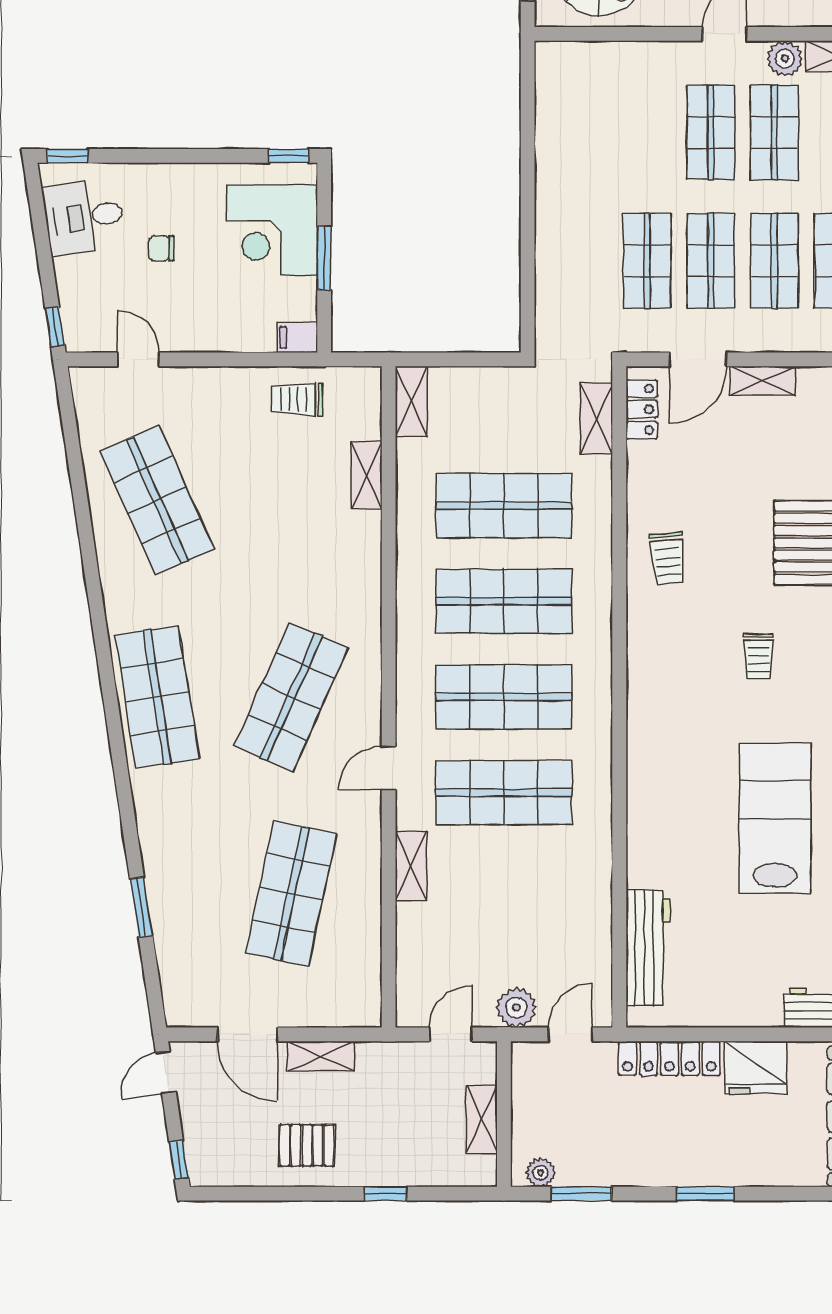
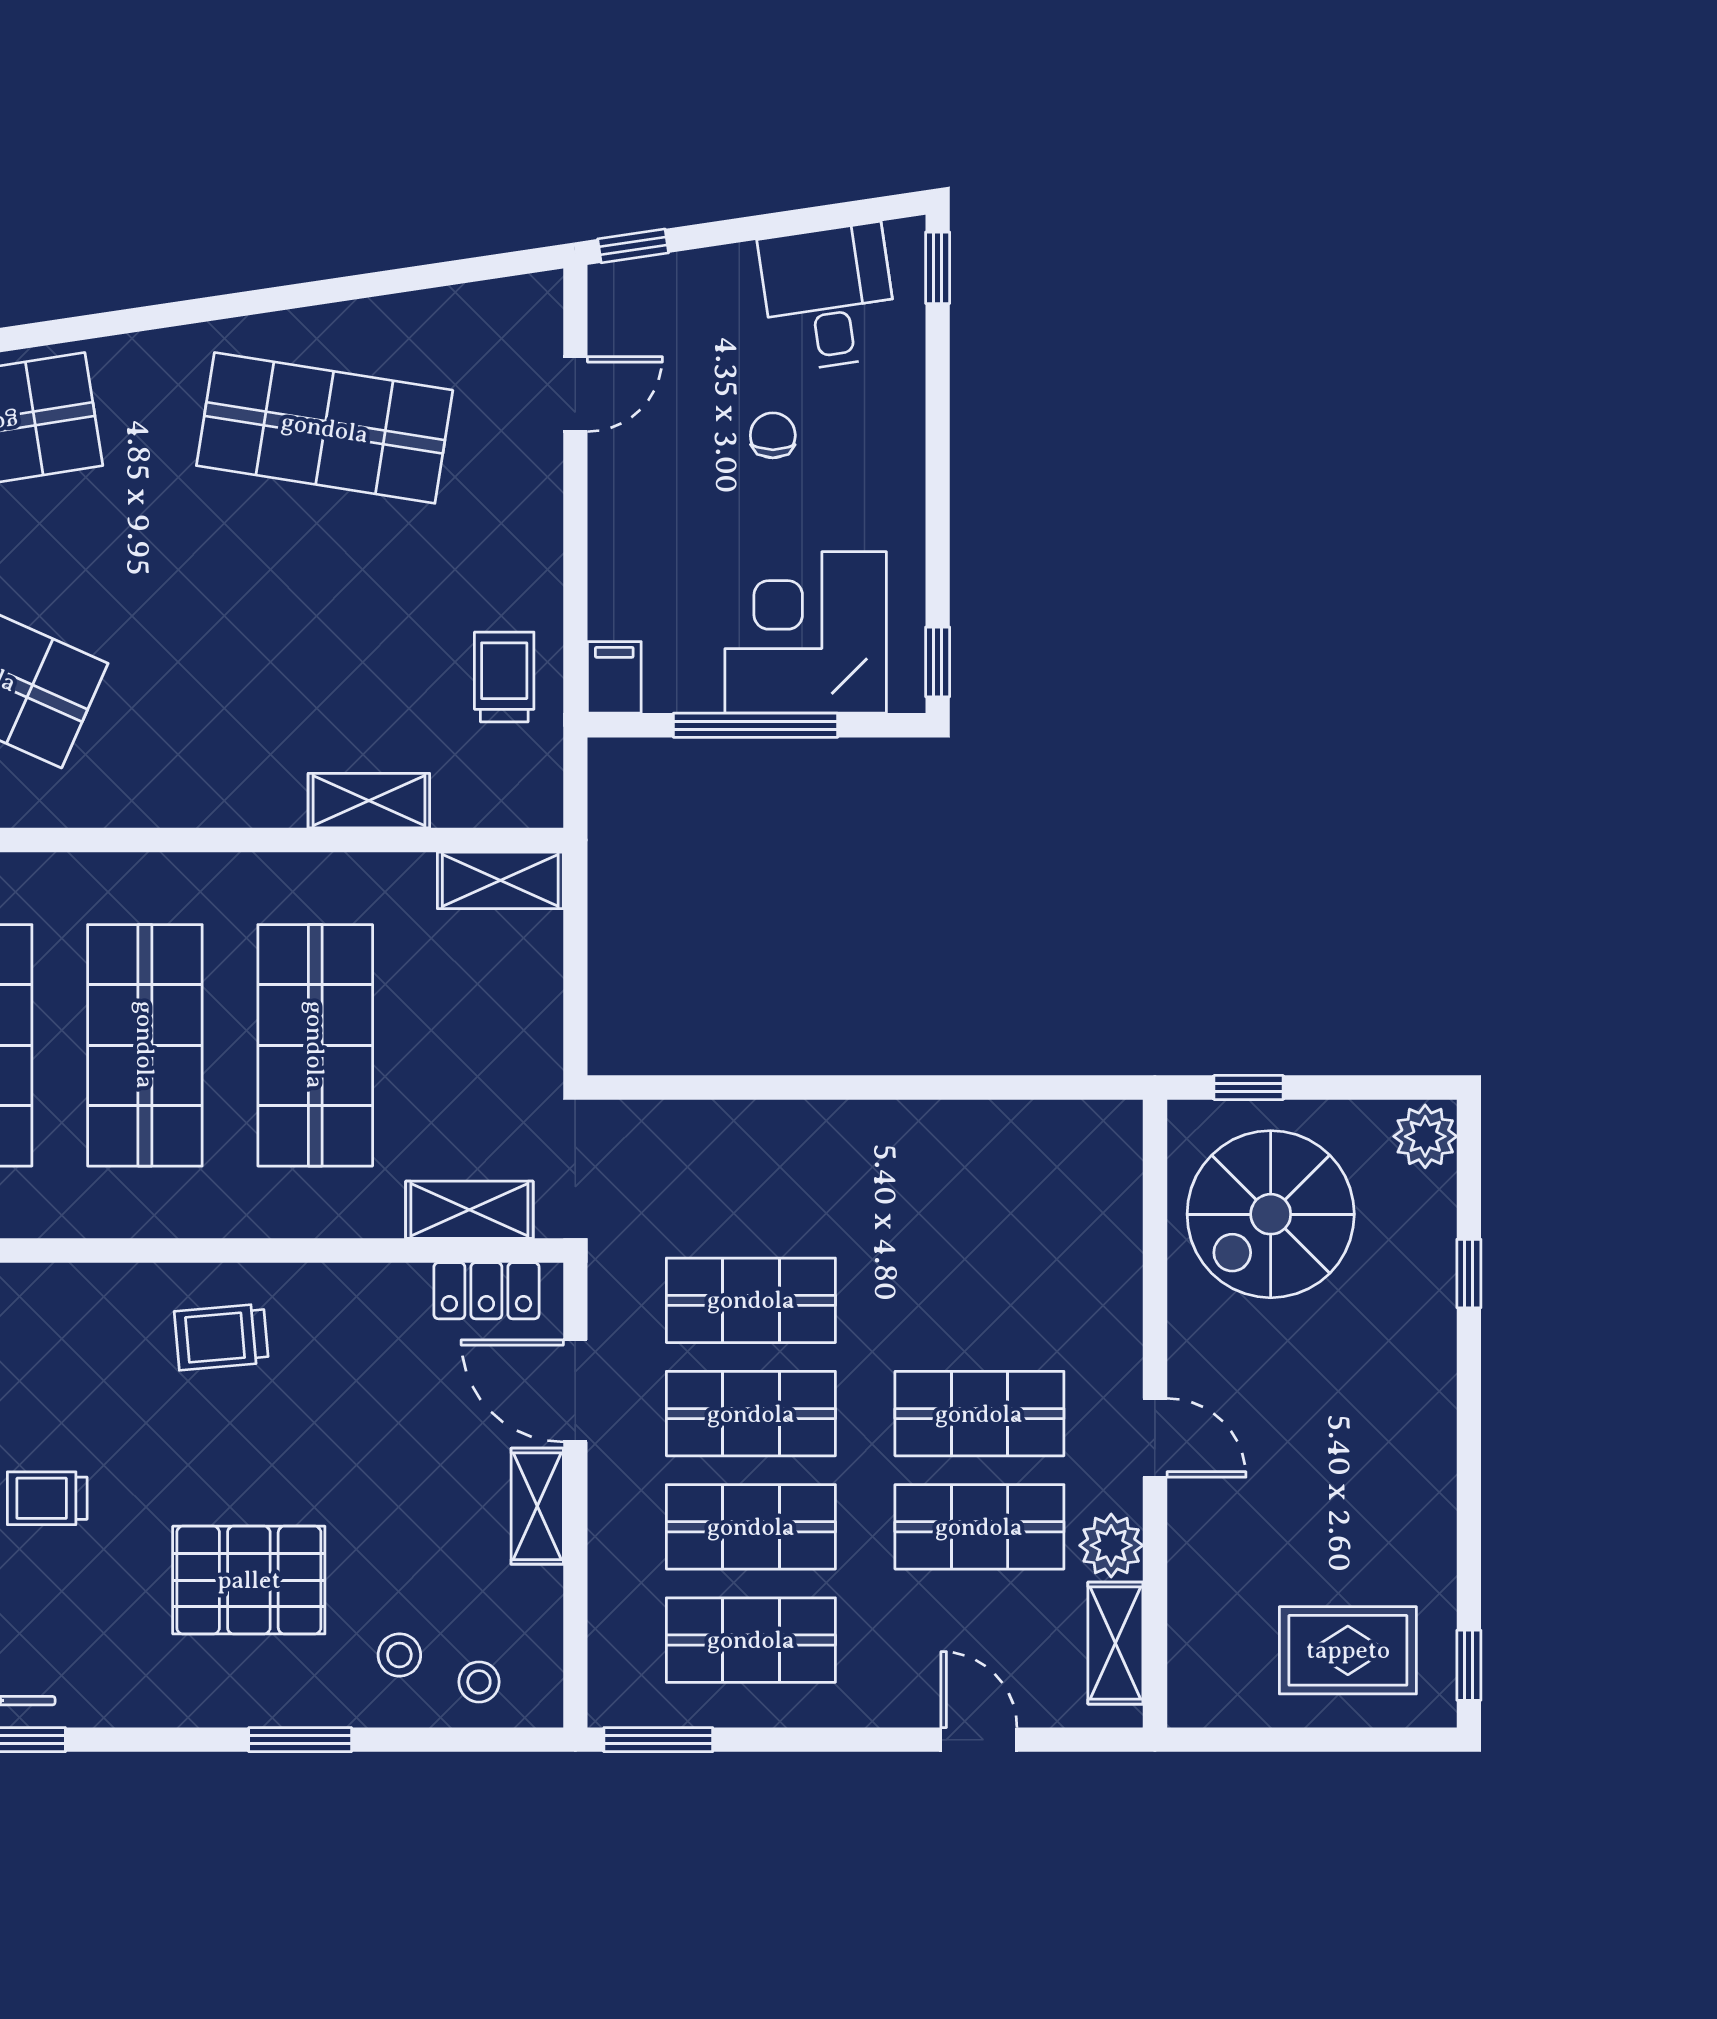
window: (324, 258) -> (756, 725), width x1.44
shop shelf: (157, 500) -> (325, 428), turned 33

